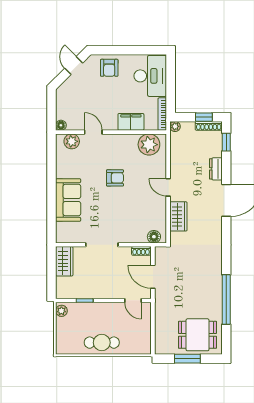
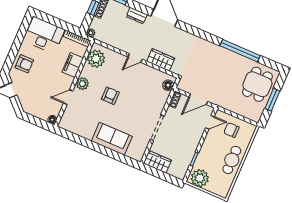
plant: (72, 141) -> (82, 84), moved
plant: (61, 311) -> (200, 178), width x1.88, depth x1.88
chair: (135, 328) -> (231, 130), added

